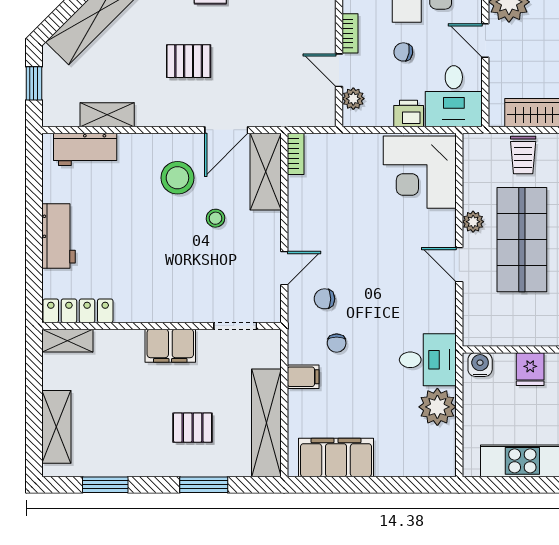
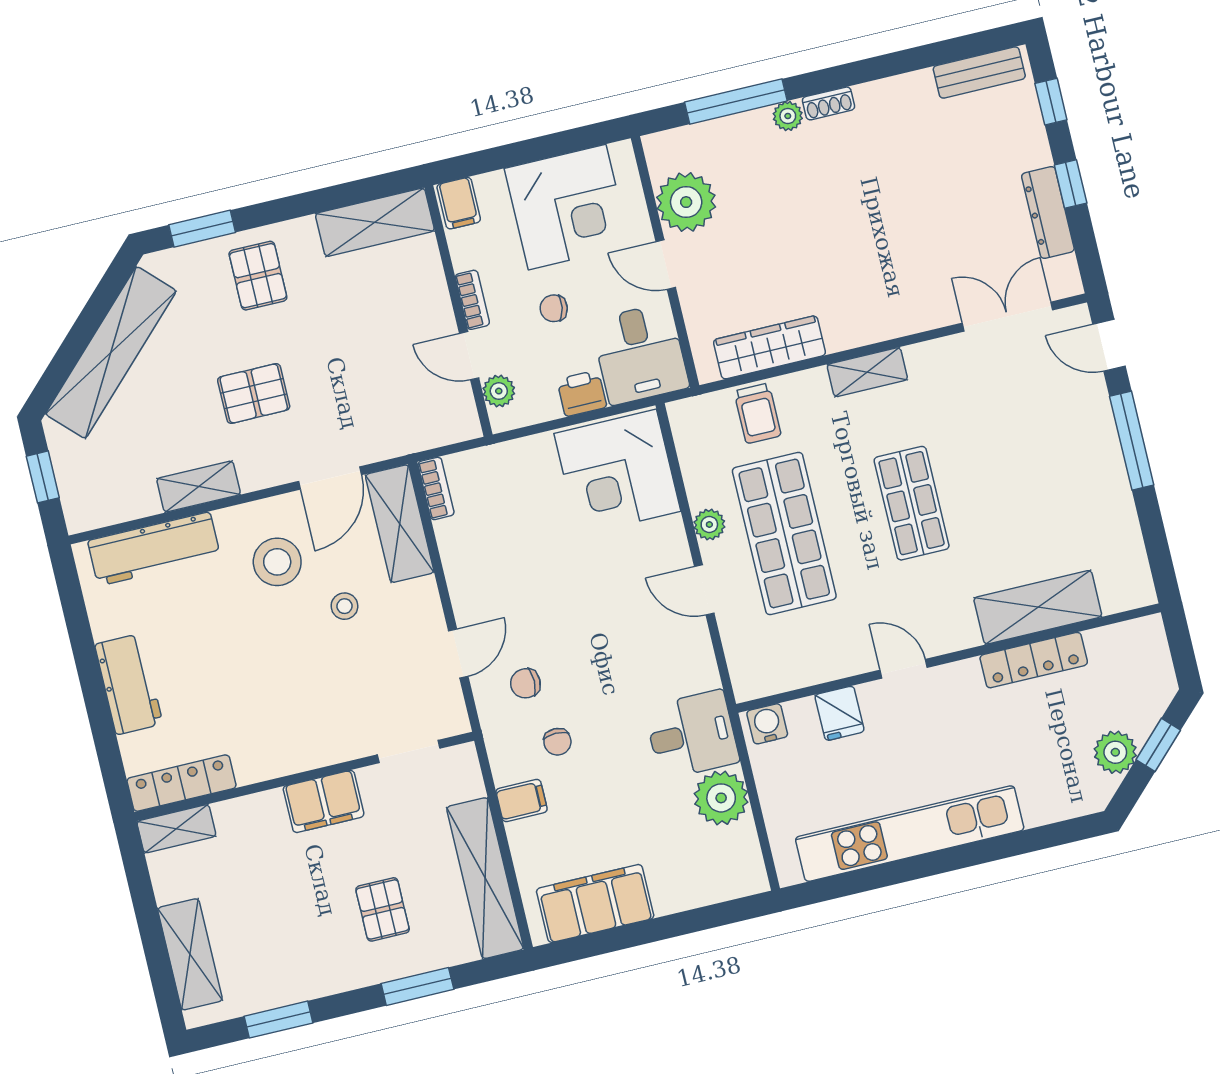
shelving: (107, 115) -> (199, 487), moved
workbench: (85, 149) -> (154, 549), width x1.38
pallet: (193, 428) -> (383, 909), turned 90

